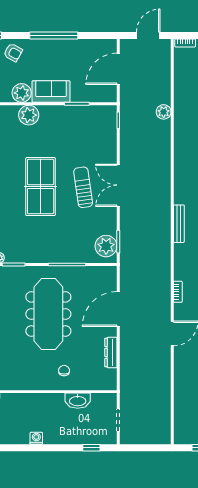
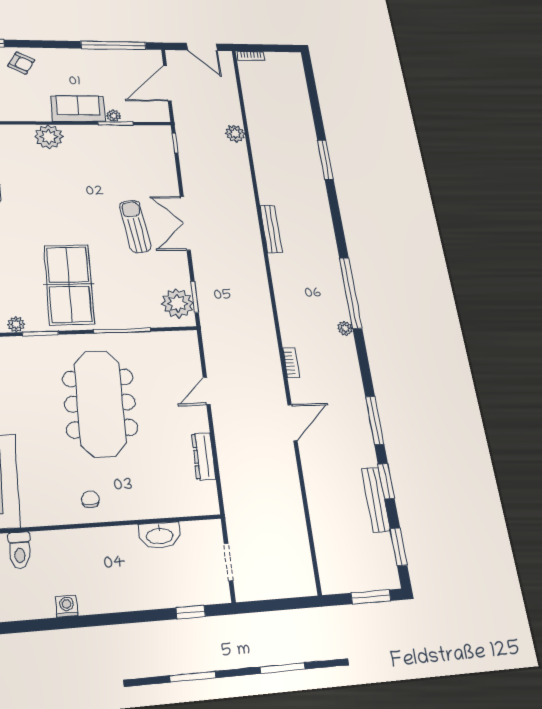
window: (54, 35) -> (113, 45), moved
door: (148, 35) -> (202, 47), swing flipped
plant: (22, 93) -> (114, 116), moved, width x0.53, depth x0.53
table tennis table: (41, 187) -> (69, 284), moved
bench: (179, 224) -> (271, 229), moved
door: (118, 309) -> (207, 391), width x0.53
chair: (64, 371) -> (90, 499), moved
washing machine: (36, 438) -> (67, 606), moved

